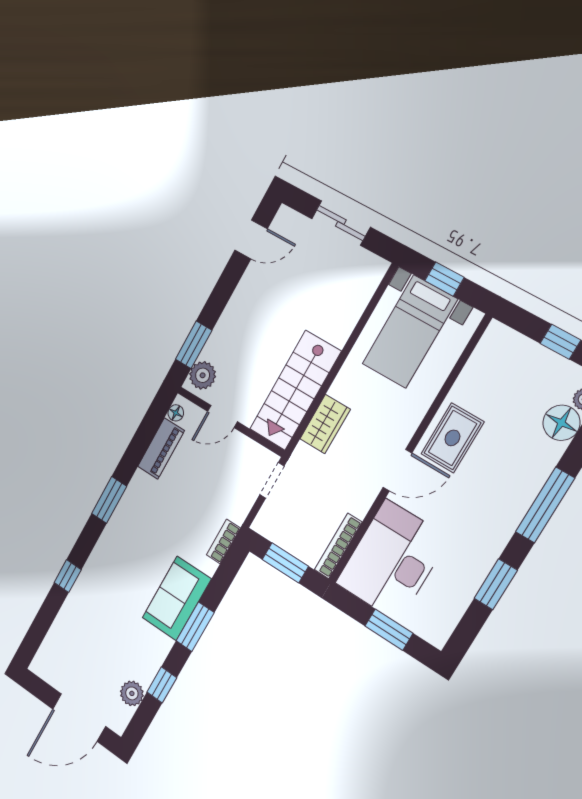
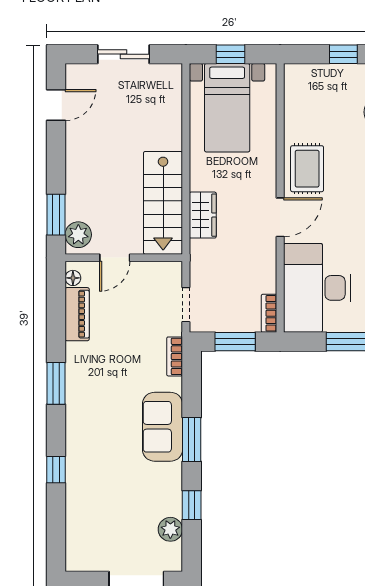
doorway: (272, 480) -> (186, 305), moved
bookcase: (338, 546) -> (269, 313), width x0.64

